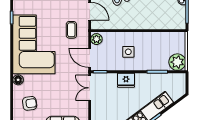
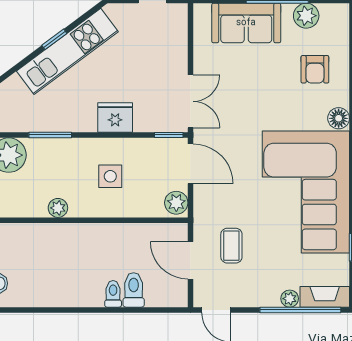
coffee table: (71, 30) -> (231, 246), moved
plant: (154, 37) -> (58, 208), added
armchair: (30, 103) -> (315, 69), turned -82

